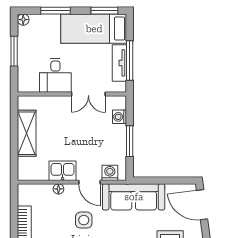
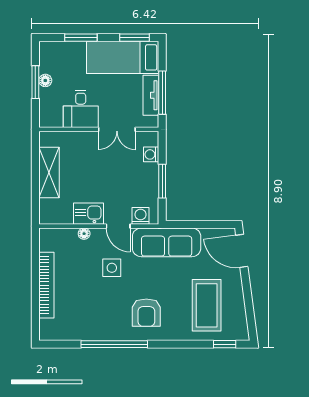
floor lamp: (23, 20) -> (45, 80), moved

